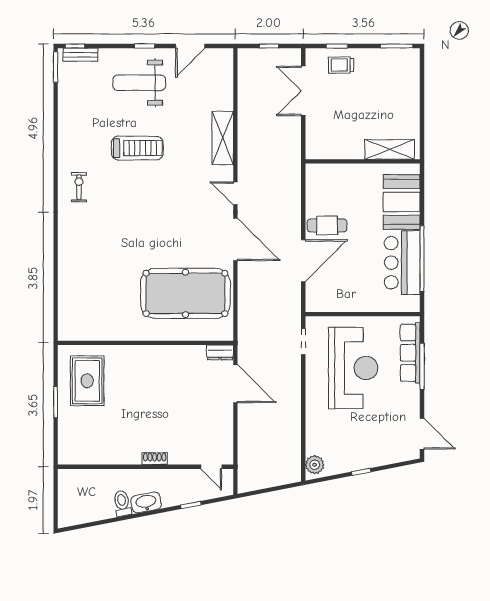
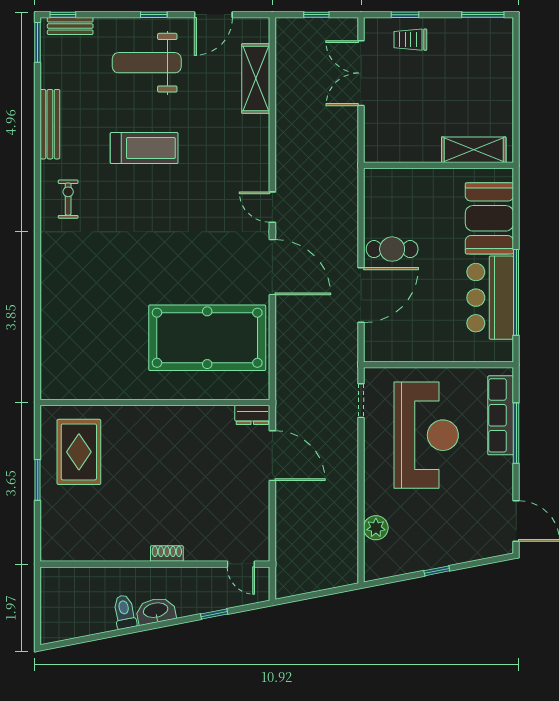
bench: (65, 130) -> (50, 124), added
shelving: (223, 138) -> (256, 78), moved
plant: (315, 465) -> (376, 528), moved

